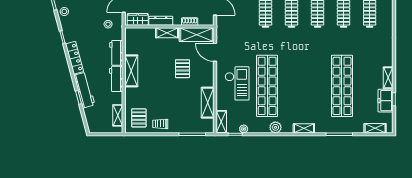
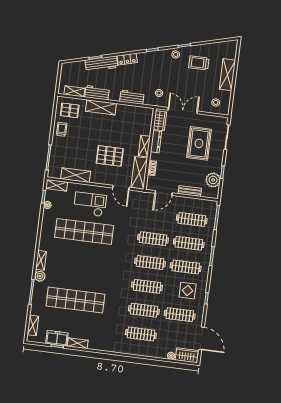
door: (215, 52) -> (121, 188), swing flipped
locker: (74, 58) -> (127, 59), width x0.66
pallet: (182, 69) -> (110, 156), width x1.50, depth x1.42
shelving: (131, 71) -> (101, 107), moved
workbench: (116, 79) -> (97, 93), moved
checkout: (237, 83) -> (90, 204), turned 180
plant: (275, 127) -> (40, 276), moved

